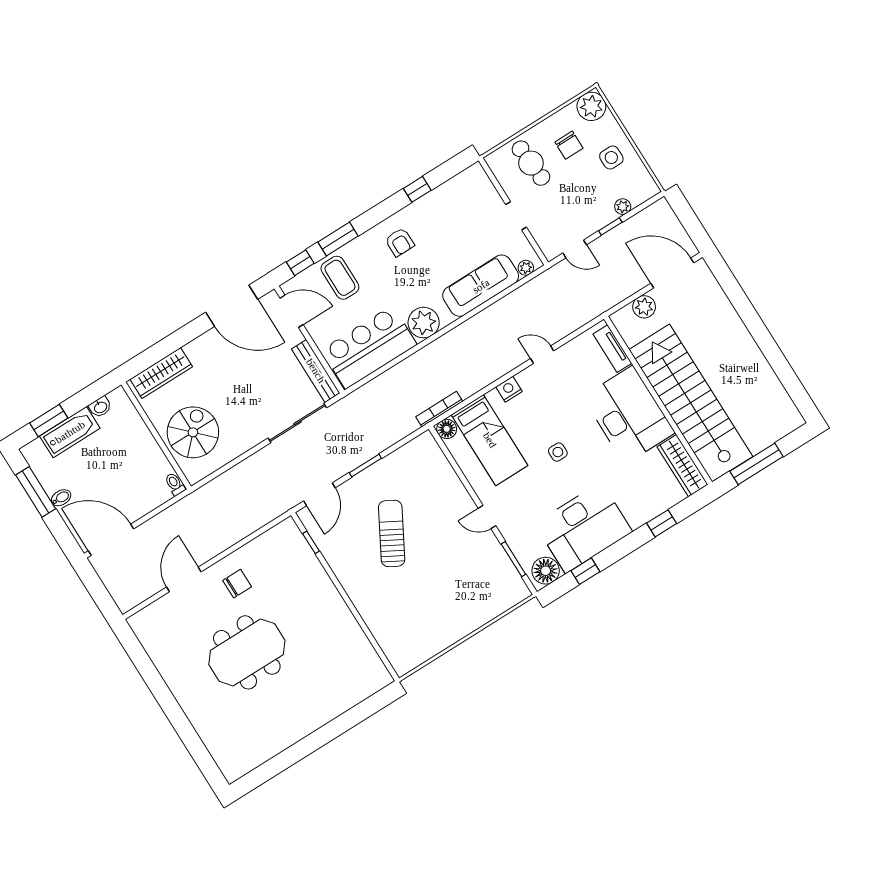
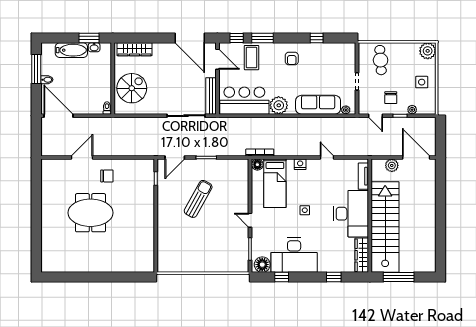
chair: (569, 145) -> (391, 98), moved
window: (49, 420) -> (89, 38), moved

